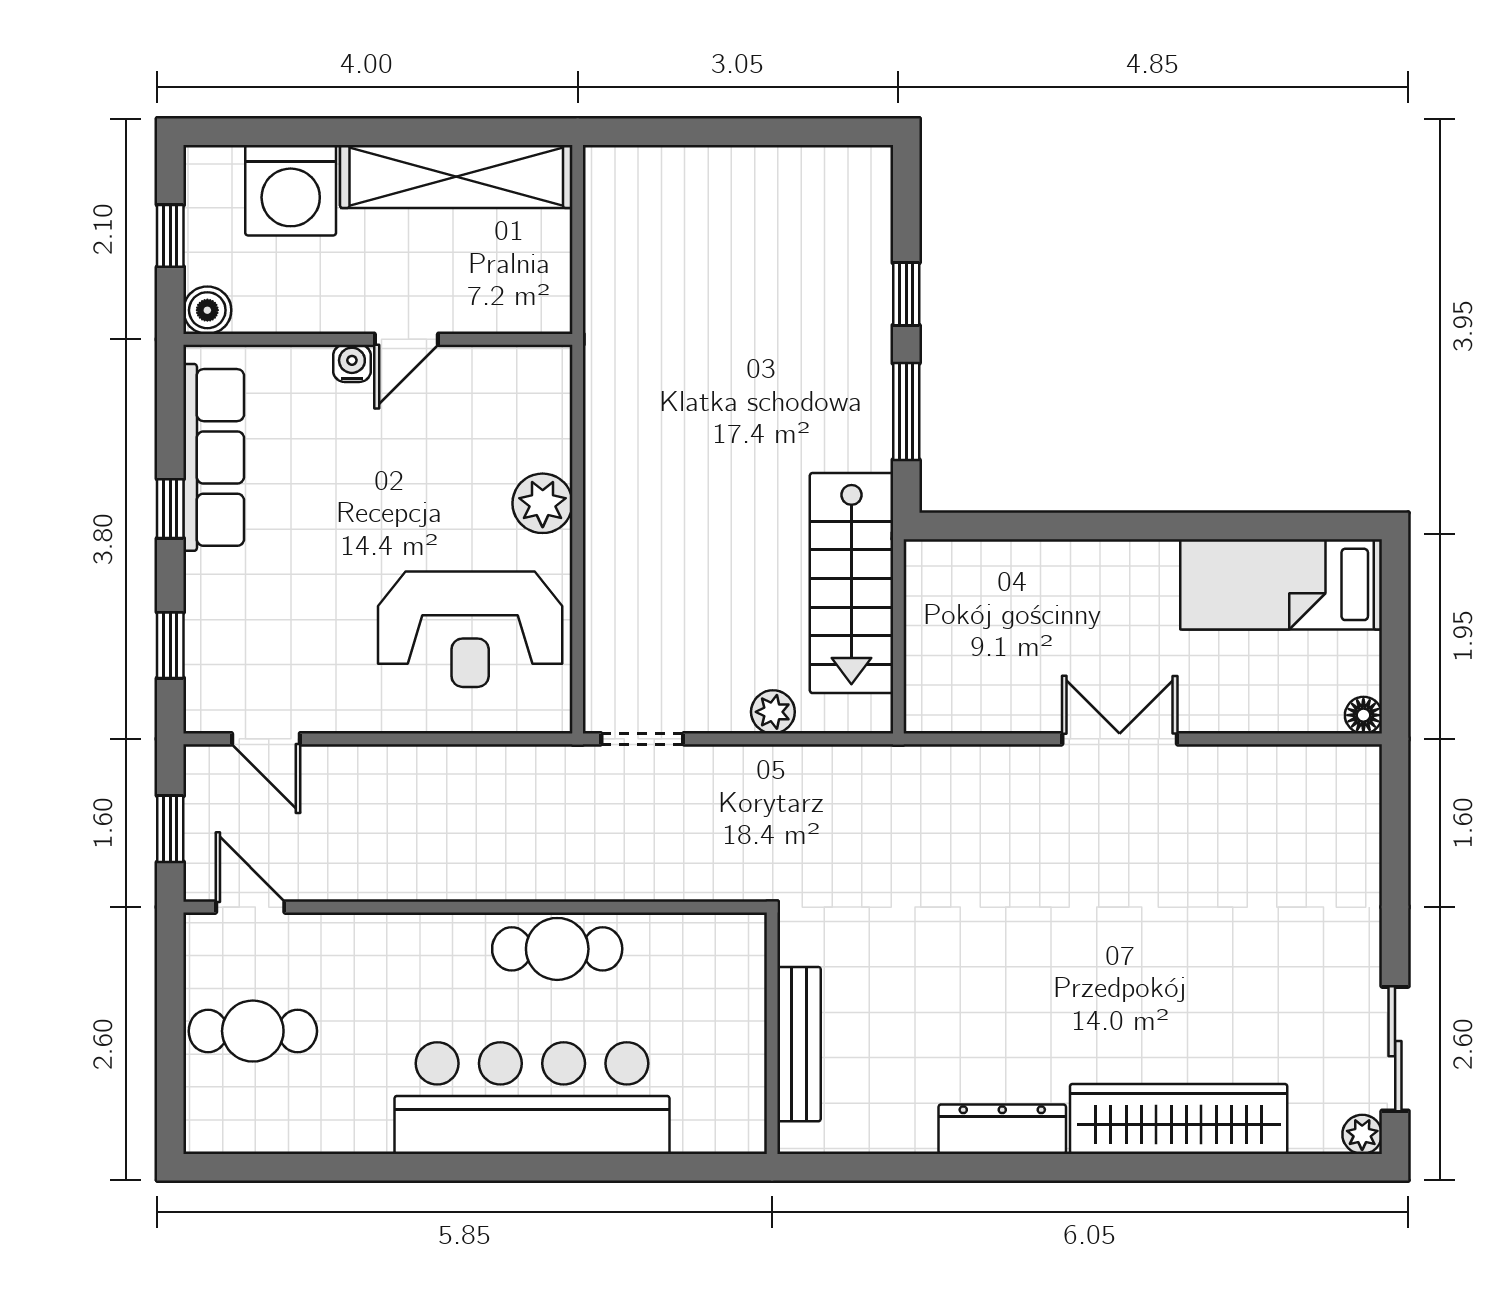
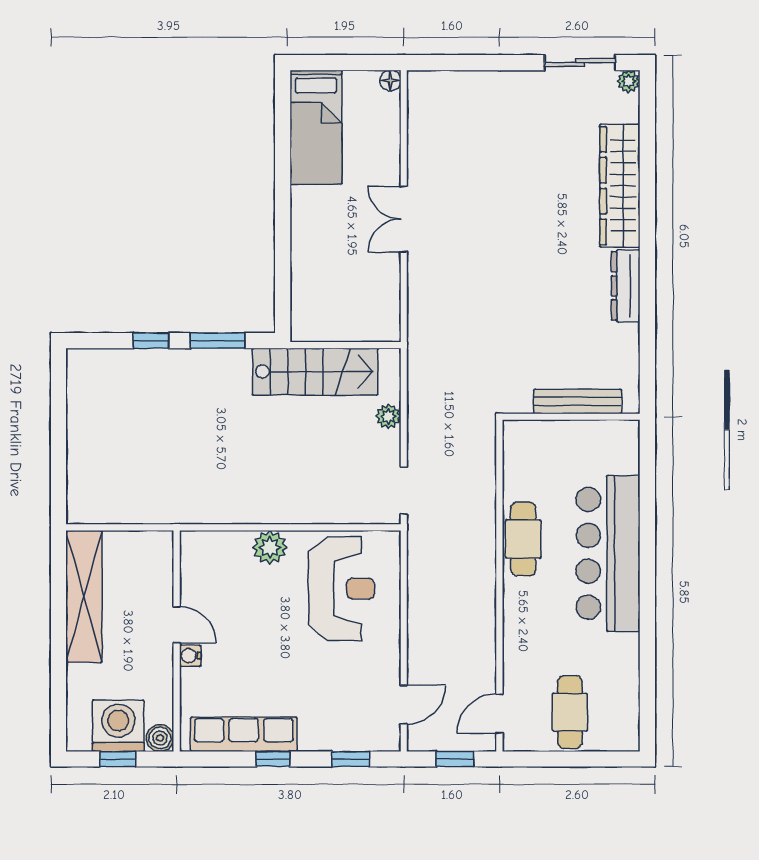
washing machine: (291, 190) -> (118, 726), moved, turned -90

